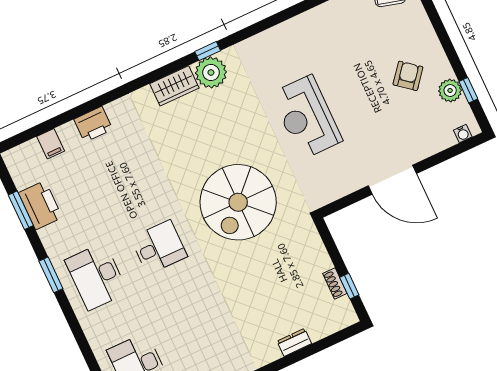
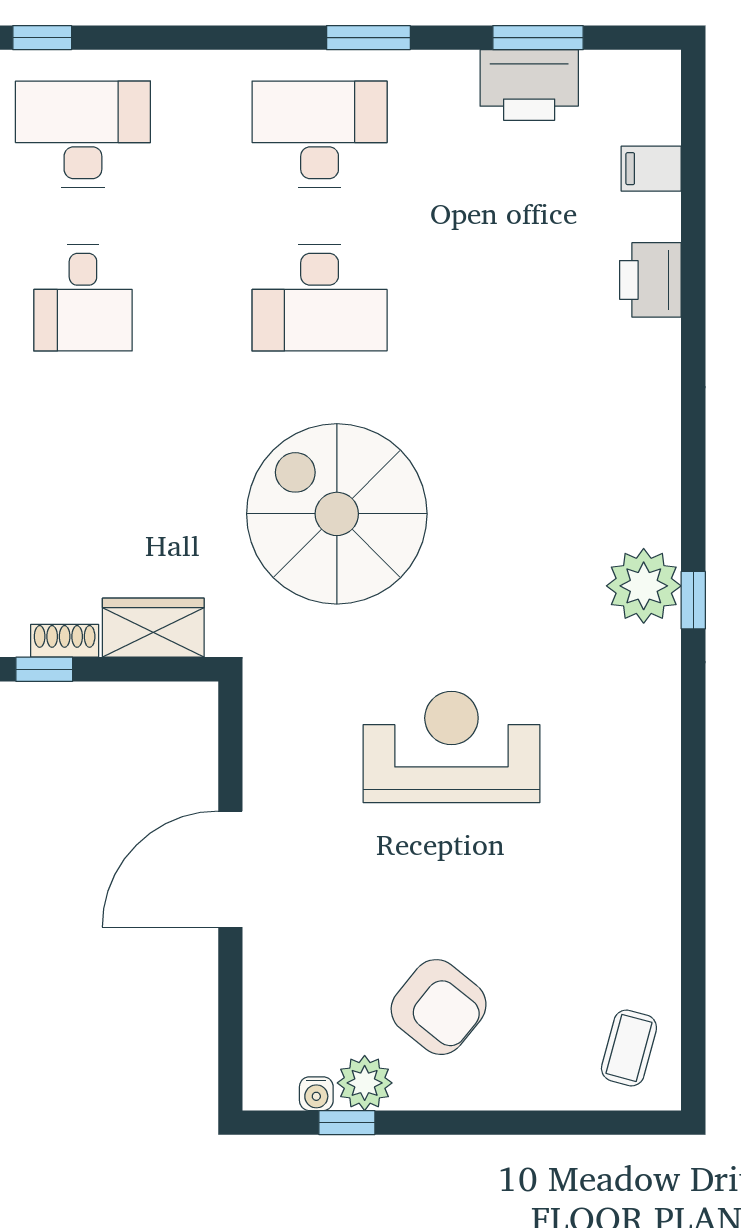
armchair: (408, 76) -> (439, 1007), width x1.38, depth x1.38
wardrobe: (174, 86) -> (153, 628), moved, turned 90
water cooler: (463, 133) -> (316, 1094), moved, turned -90
desk: (159, 247) -> (320, 298), width x1.37
desk: (201, 337) -> (83, 298), added

